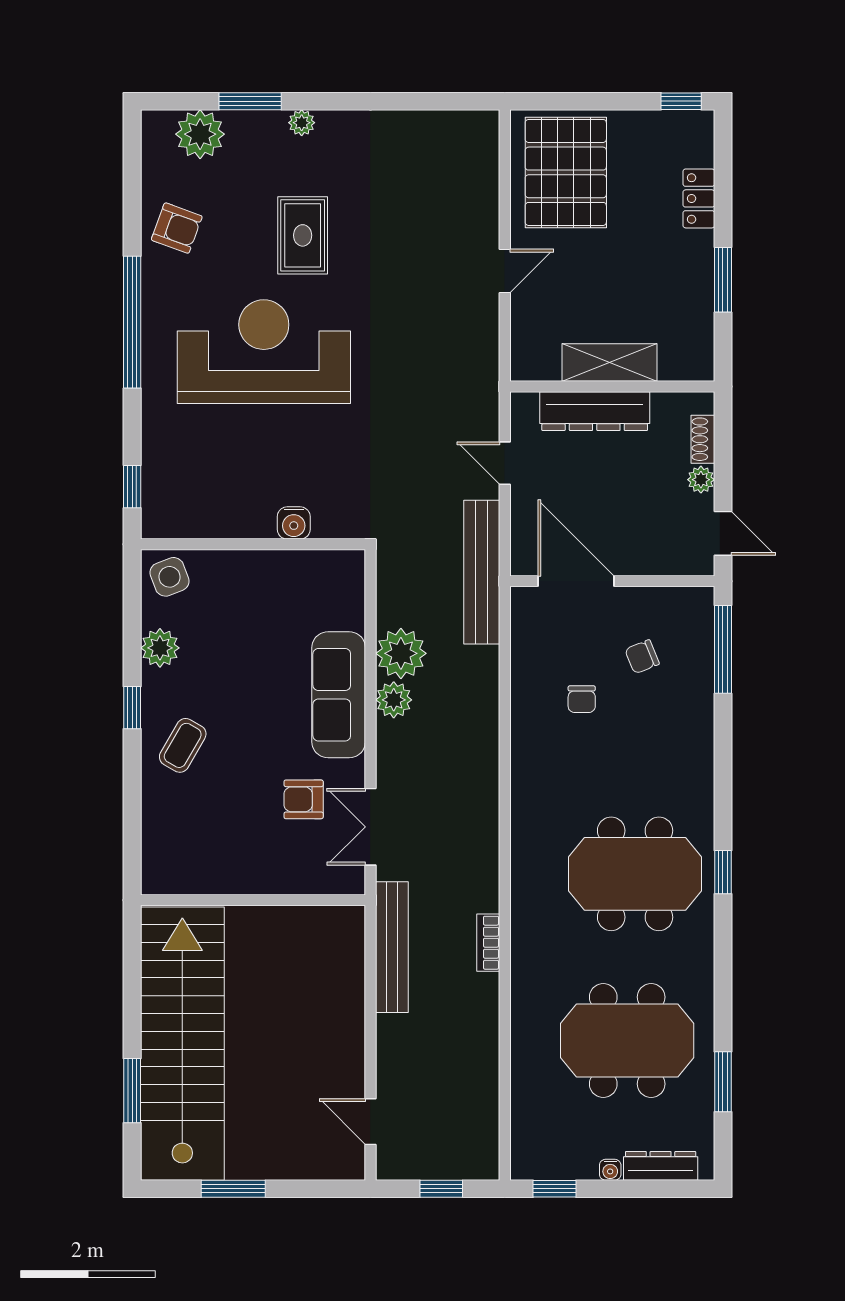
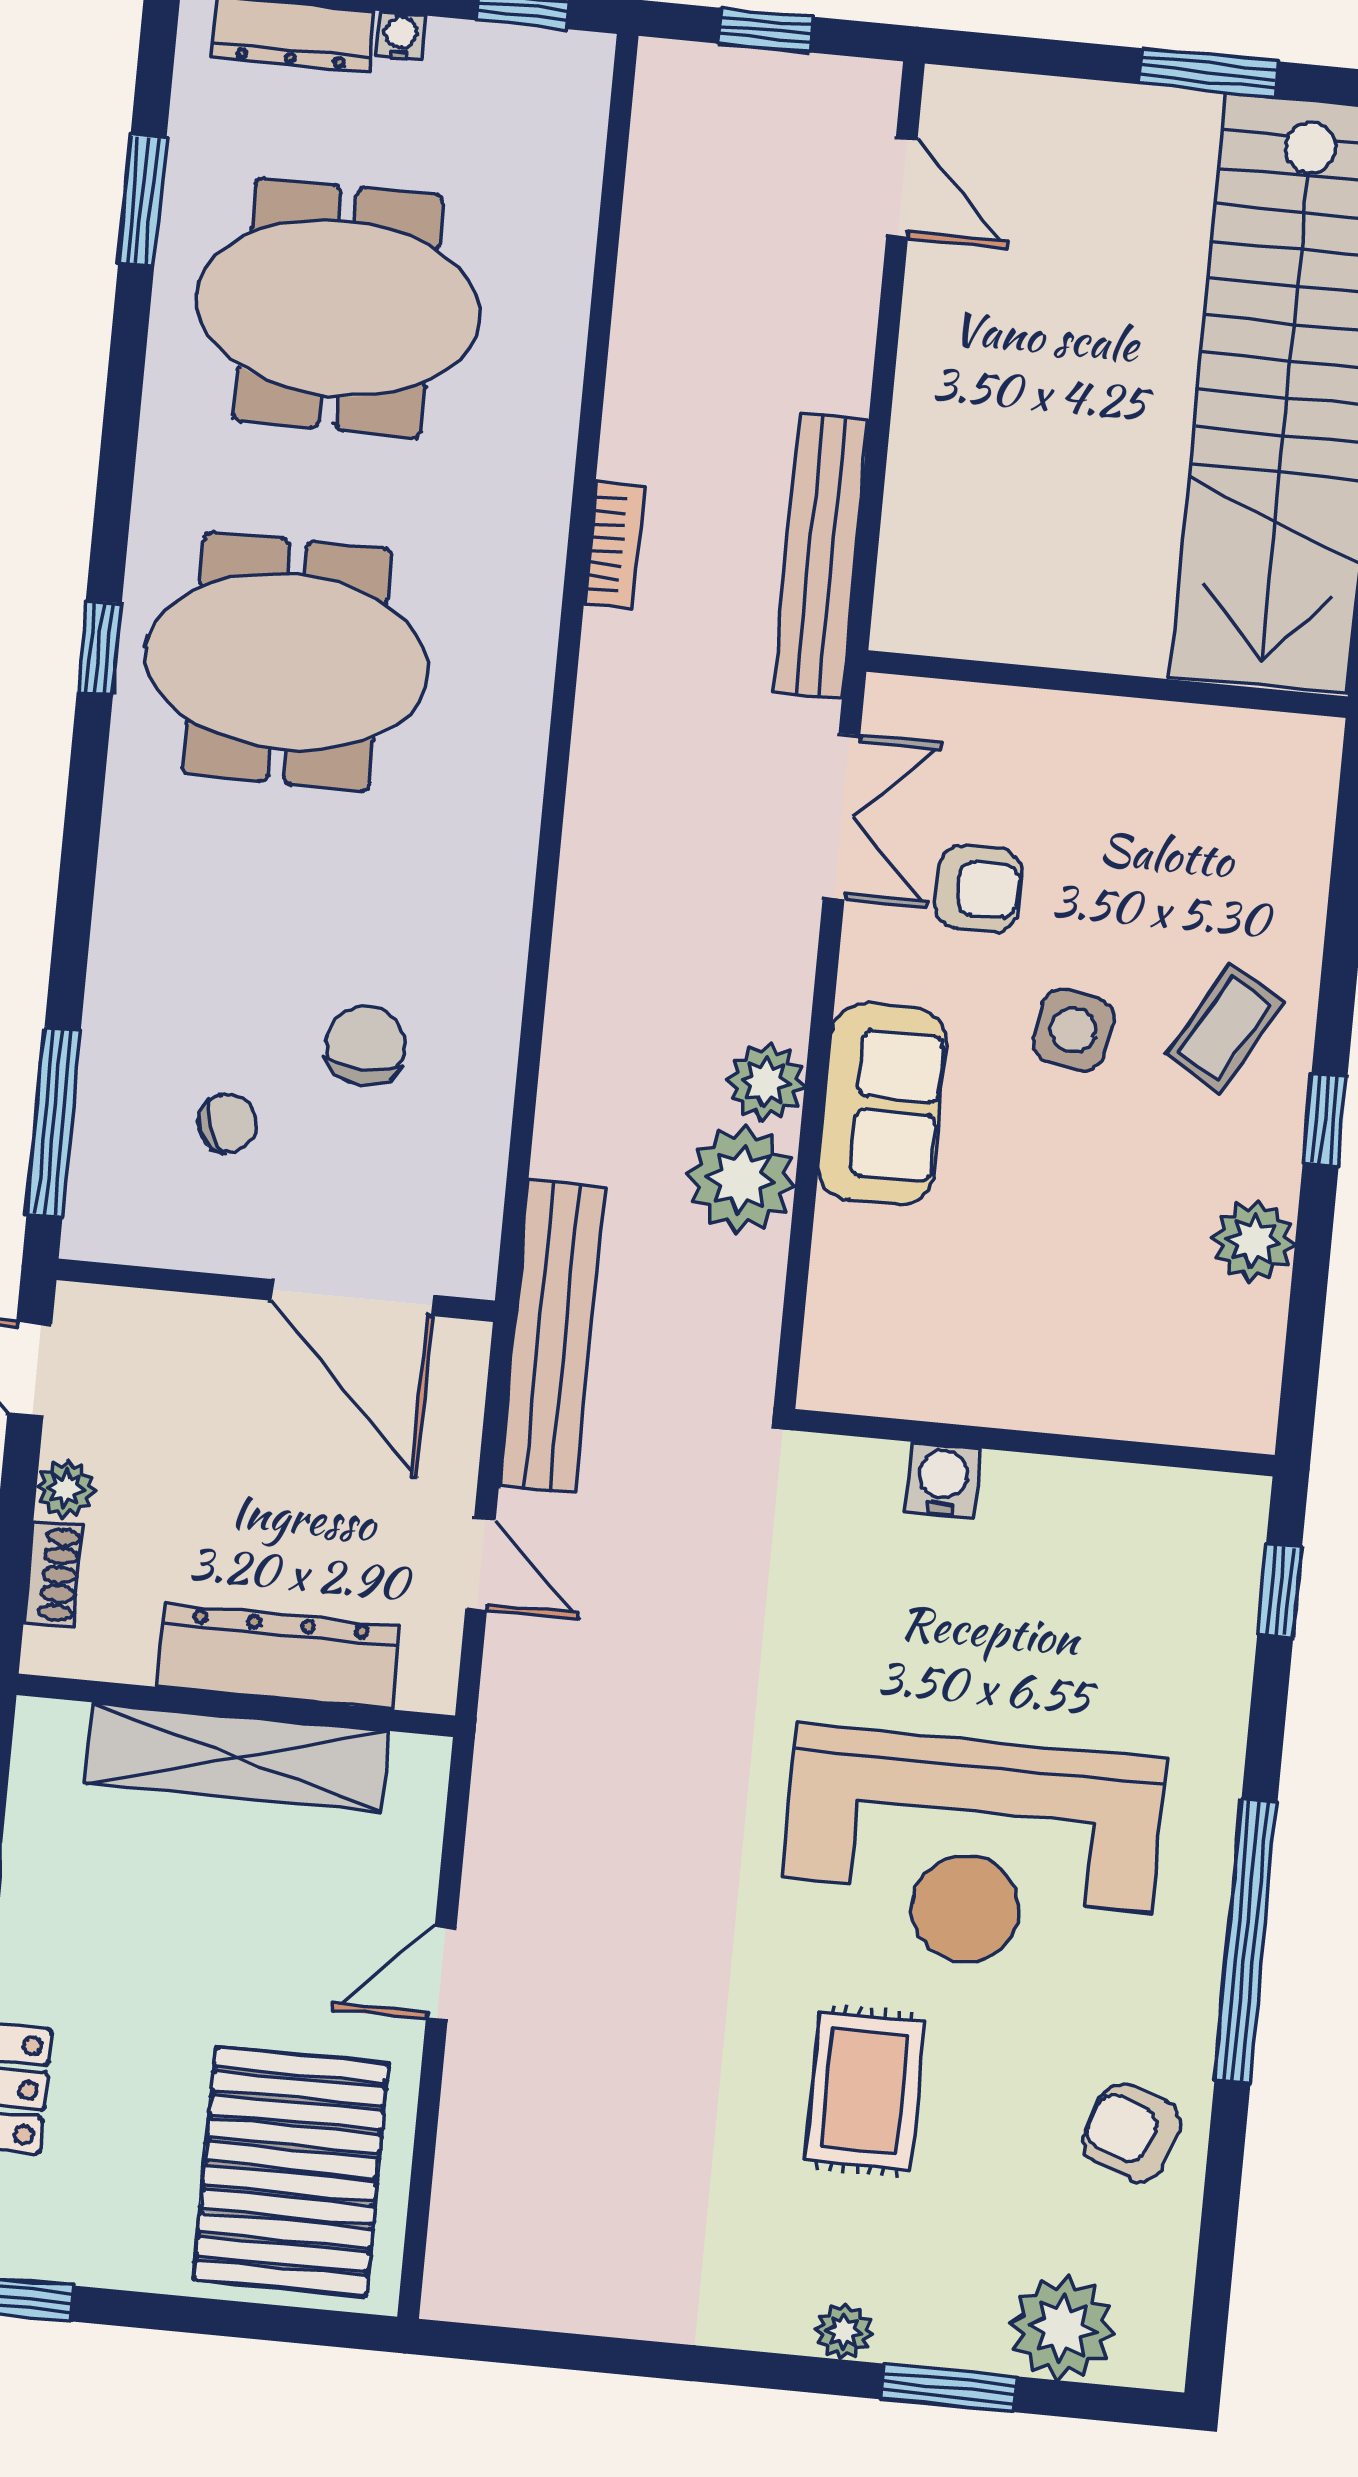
shelving: (609, 363) -> (237, 1757), width x1.47
side table: (170, 577) -> (1073, 1030), moved, turned 31
sofa: (339, 695) -> (882, 1104), width x0.73
chair: (582, 699) -> (365, 1045), width x1.37, depth x1.37

